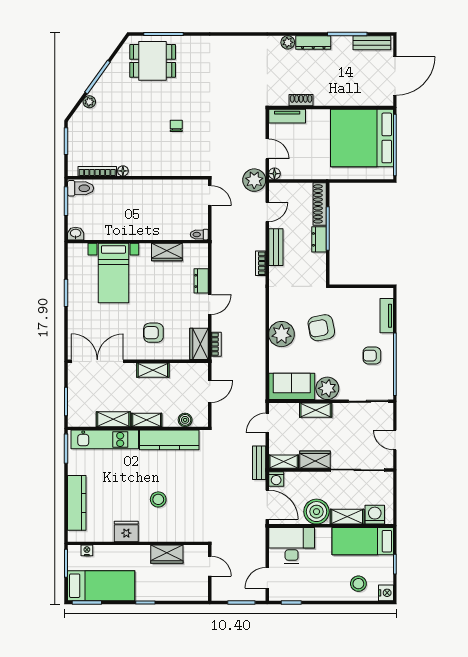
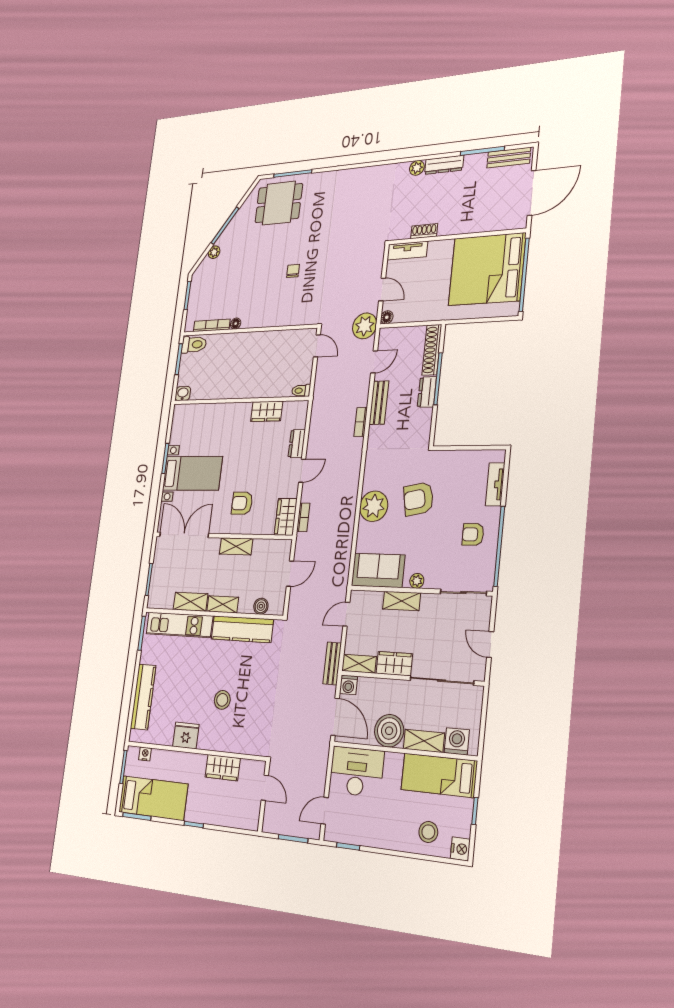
bed with nightstands: (113, 273) -> (192, 473), moved, turned -90
plant: (327, 388) -> (417, 581), width x0.53, depth x0.53

